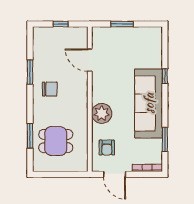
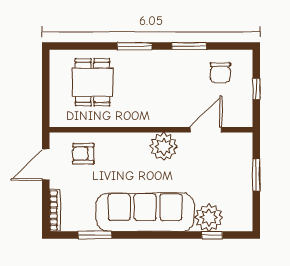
plant: (152, 58) -> (209, 217), added
window: (165, 76) -> (212, 235), moved
chair: (50, 89) -> (220, 73), moved
plant: (102, 113) -> (164, 146), moved
window: (30, 136) -> (135, 46), moved

